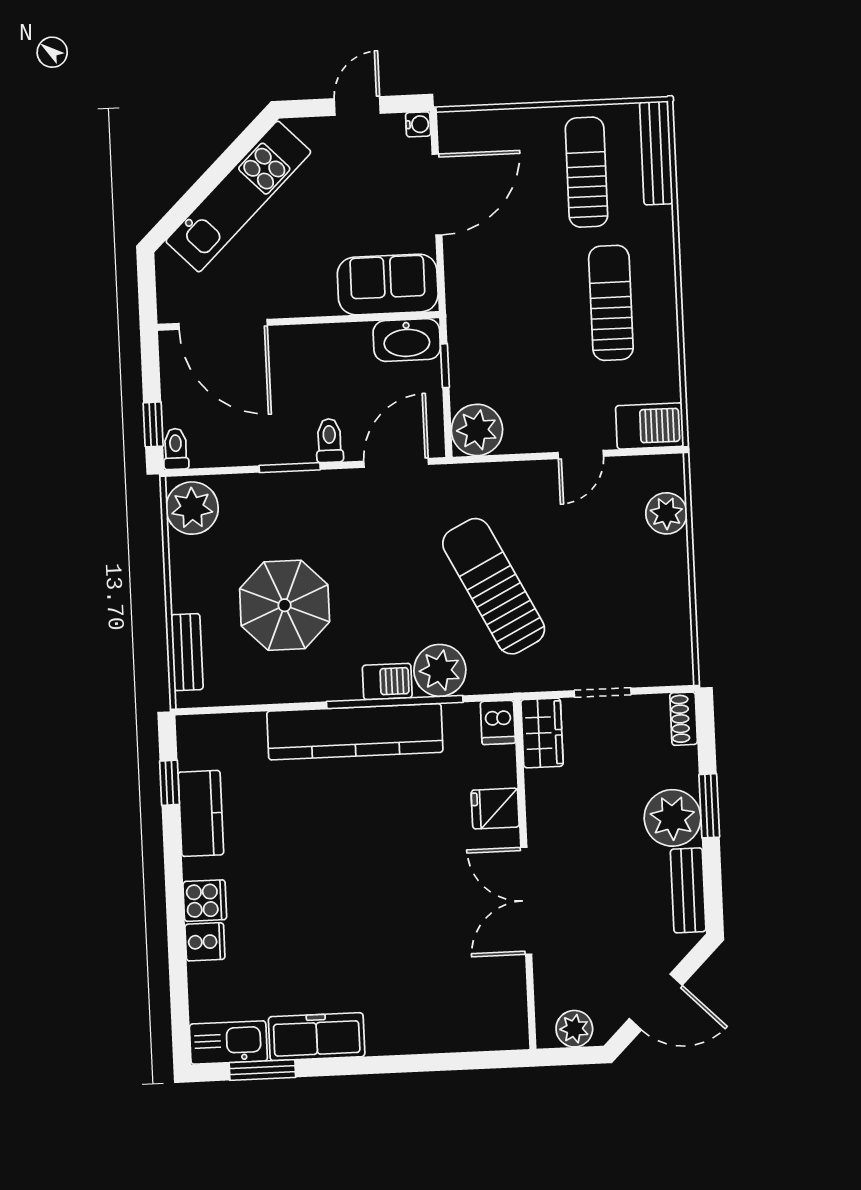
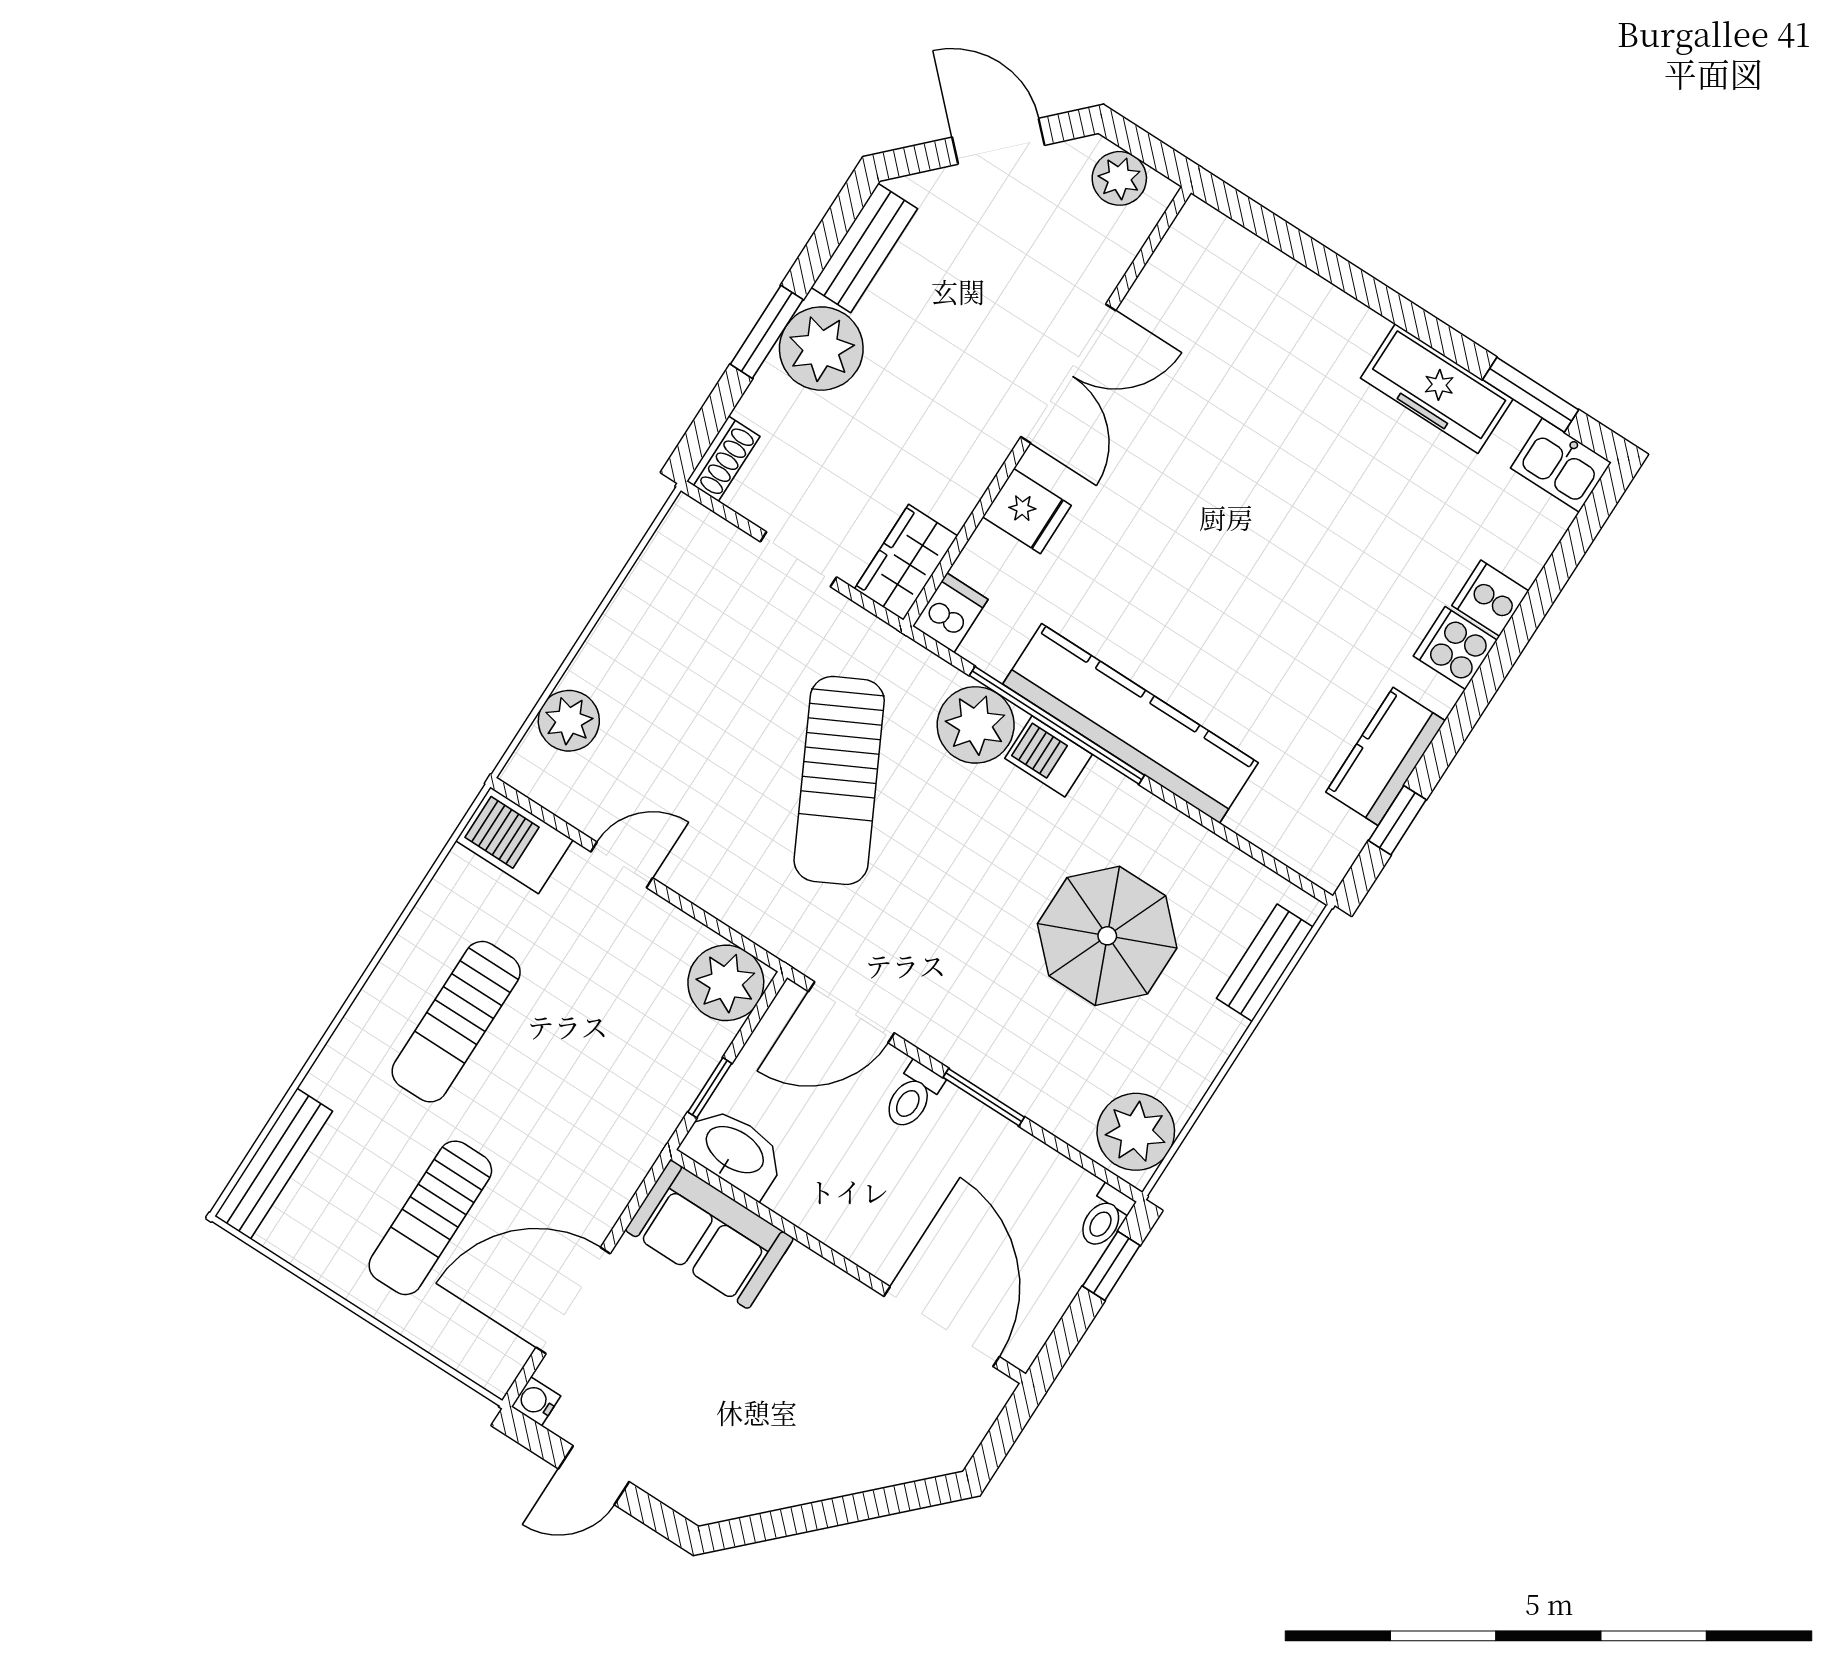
sun lounger: (587, 172) -> (430, 1218), moved
kitchen unit: (238, 197) -> (814, 1468), removed
kitchen sink: (228, 1043) -> (1561, 465), width x0.73

